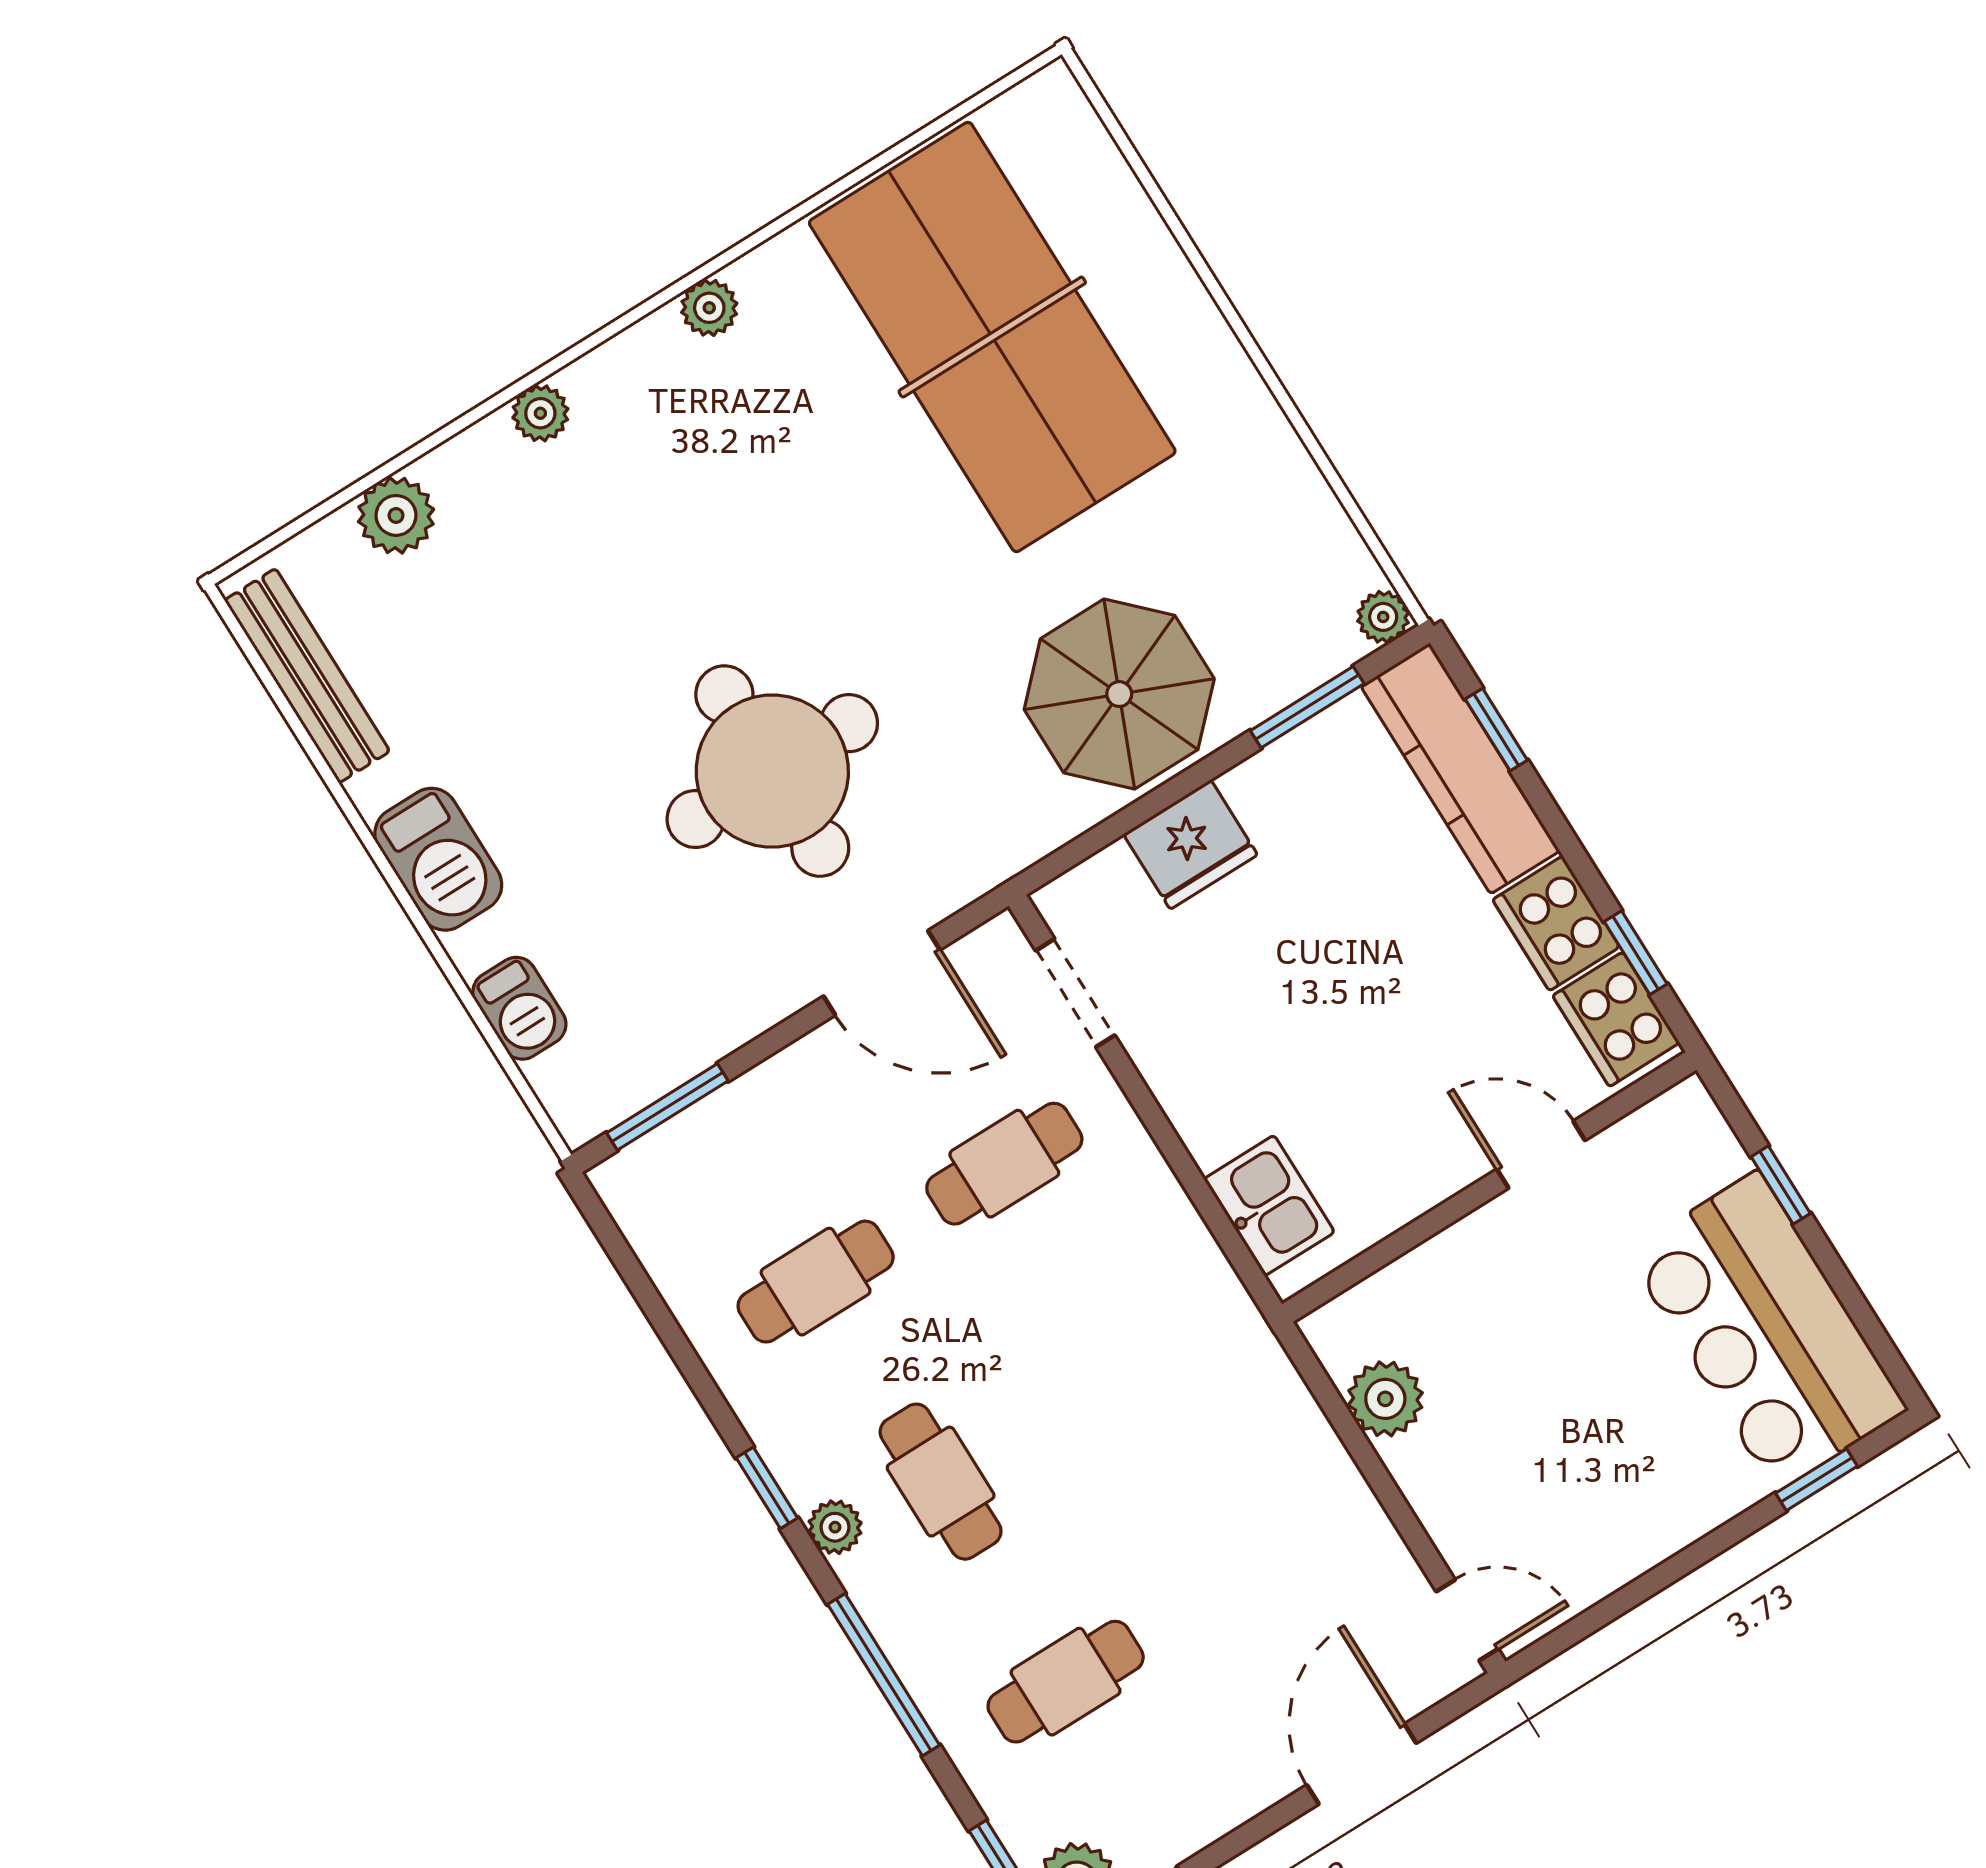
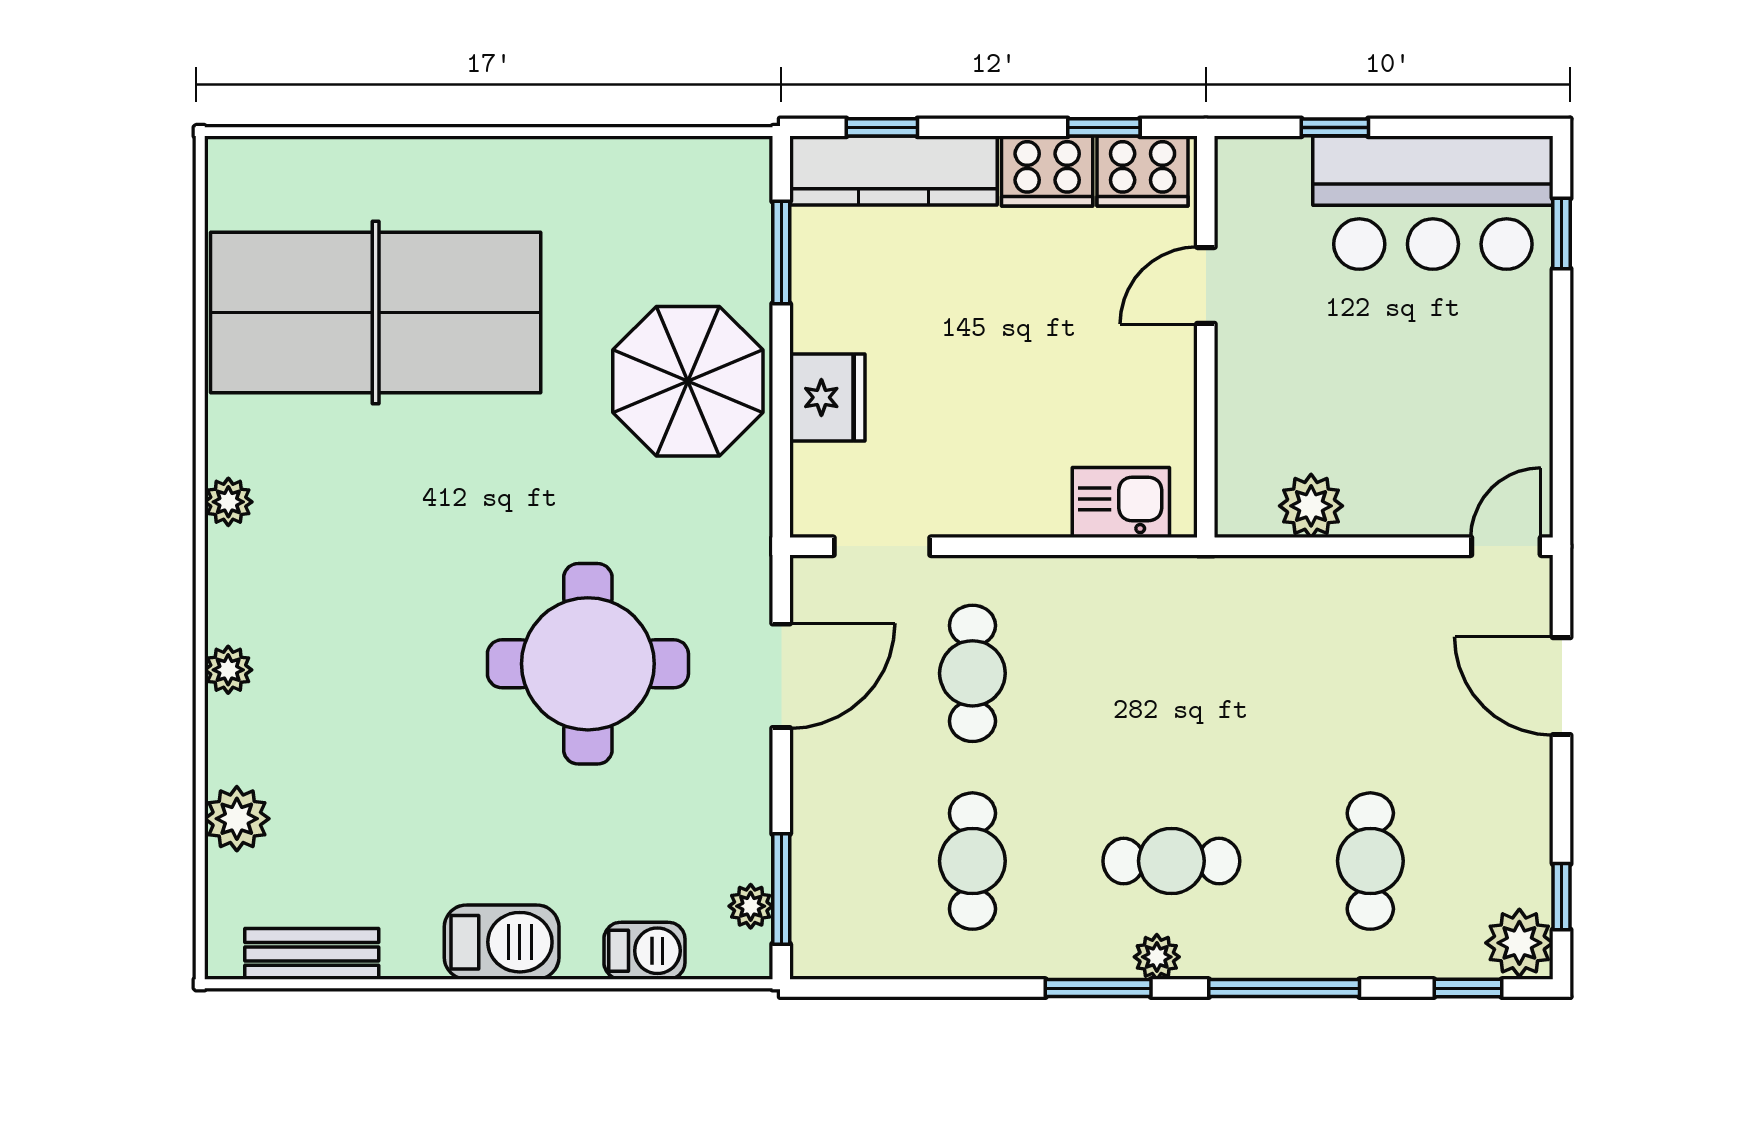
plant: (1383, 617) -> (751, 906), moved
bench: (307, 676) -> (312, 954), width x0.73
window: (767, 1488) -> (1098, 988), width x1.50

